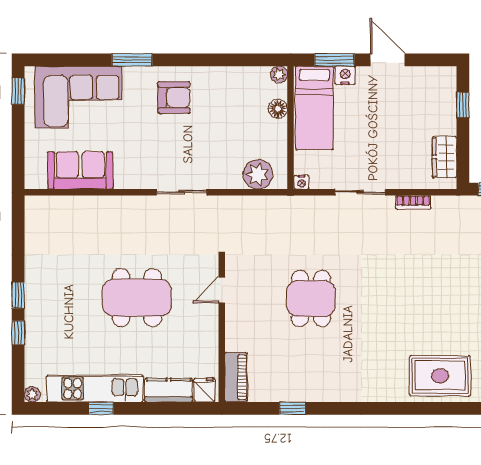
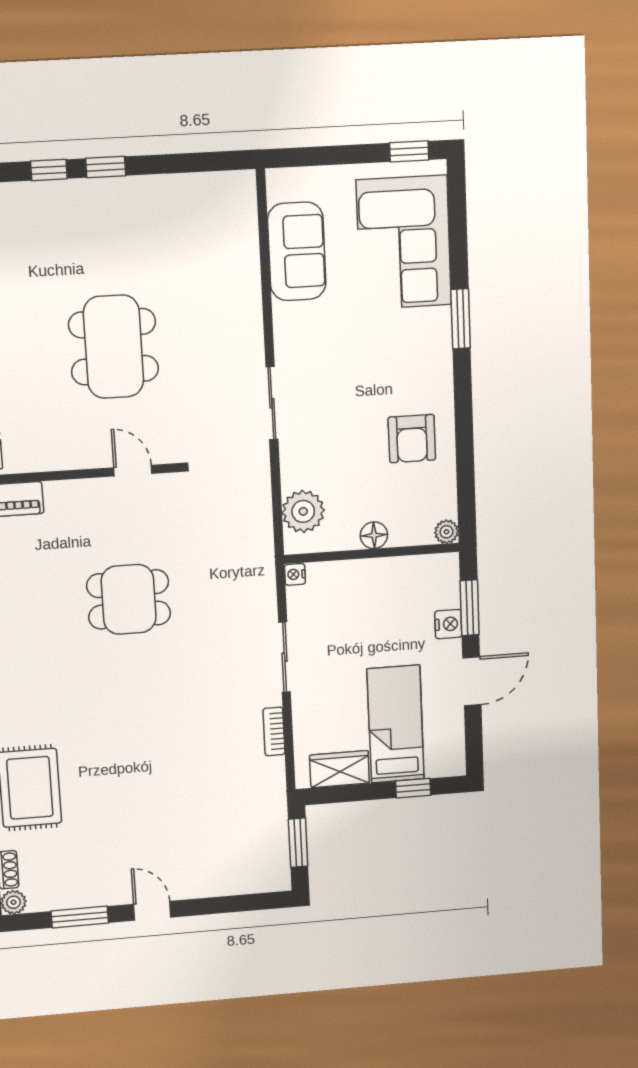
armchair: (174, 97) -> (412, 439), moved
bed: (314, 108) -> (396, 724), moved, turned 90
floor lamp: (278, 109) -> (374, 535), moved

